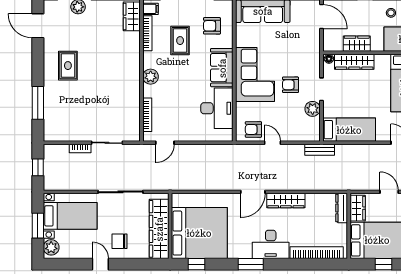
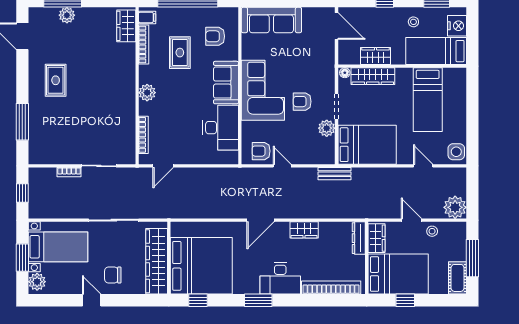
bed: (349, 130) -> (367, 145), width x1.50
wardrobe: (286, 201) -> (304, 230), width x0.67

